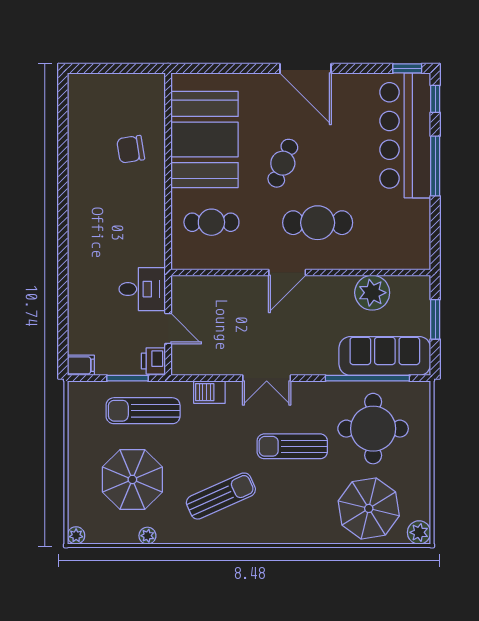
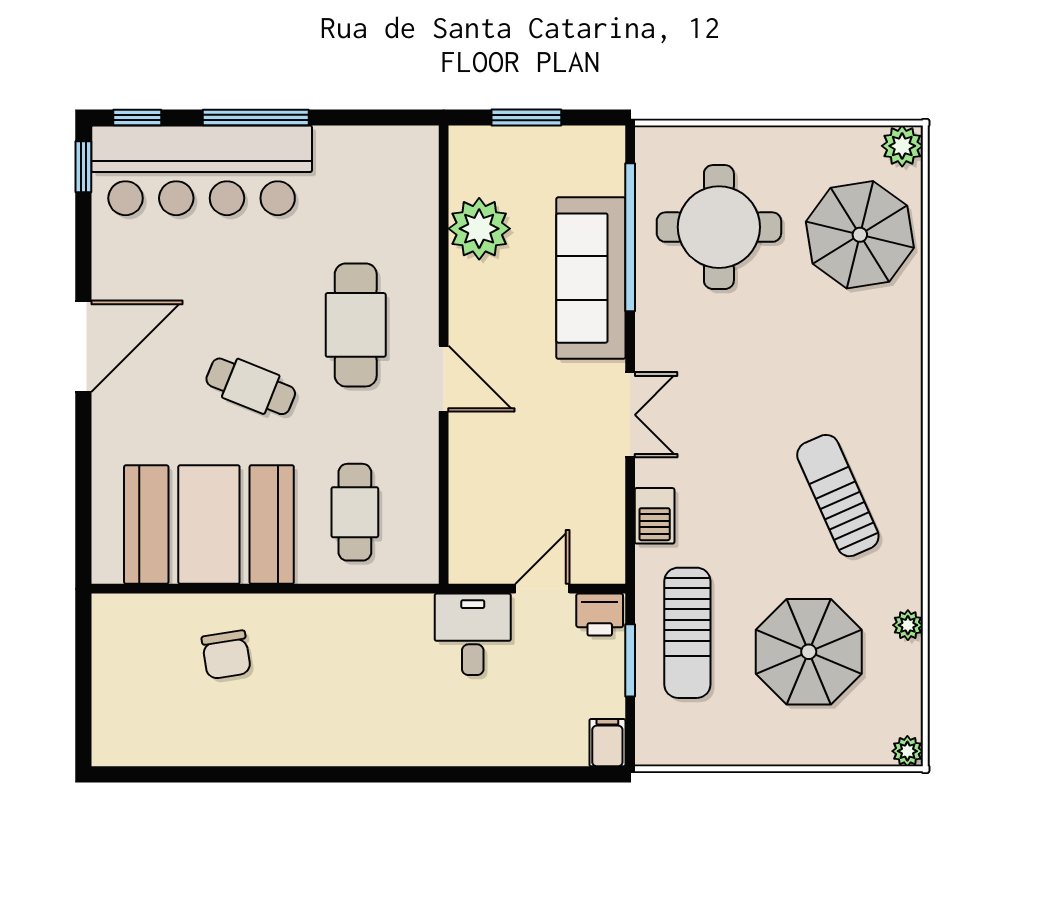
sofa: (385, 356) -> (591, 278), moved
sun lounger: (292, 446) -> (750, 370), removed

